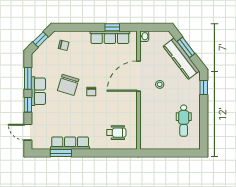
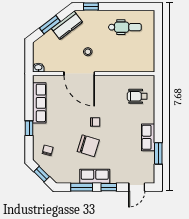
window: (112, 27) -> (29, 128), moved
kitchen counter: (181, 59) -> (67, 25), width x0.67
wheelchair: (116, 133) -> (137, 96), turned -90
row of seats: (70, 143) -> (148, 137), width x0.68

